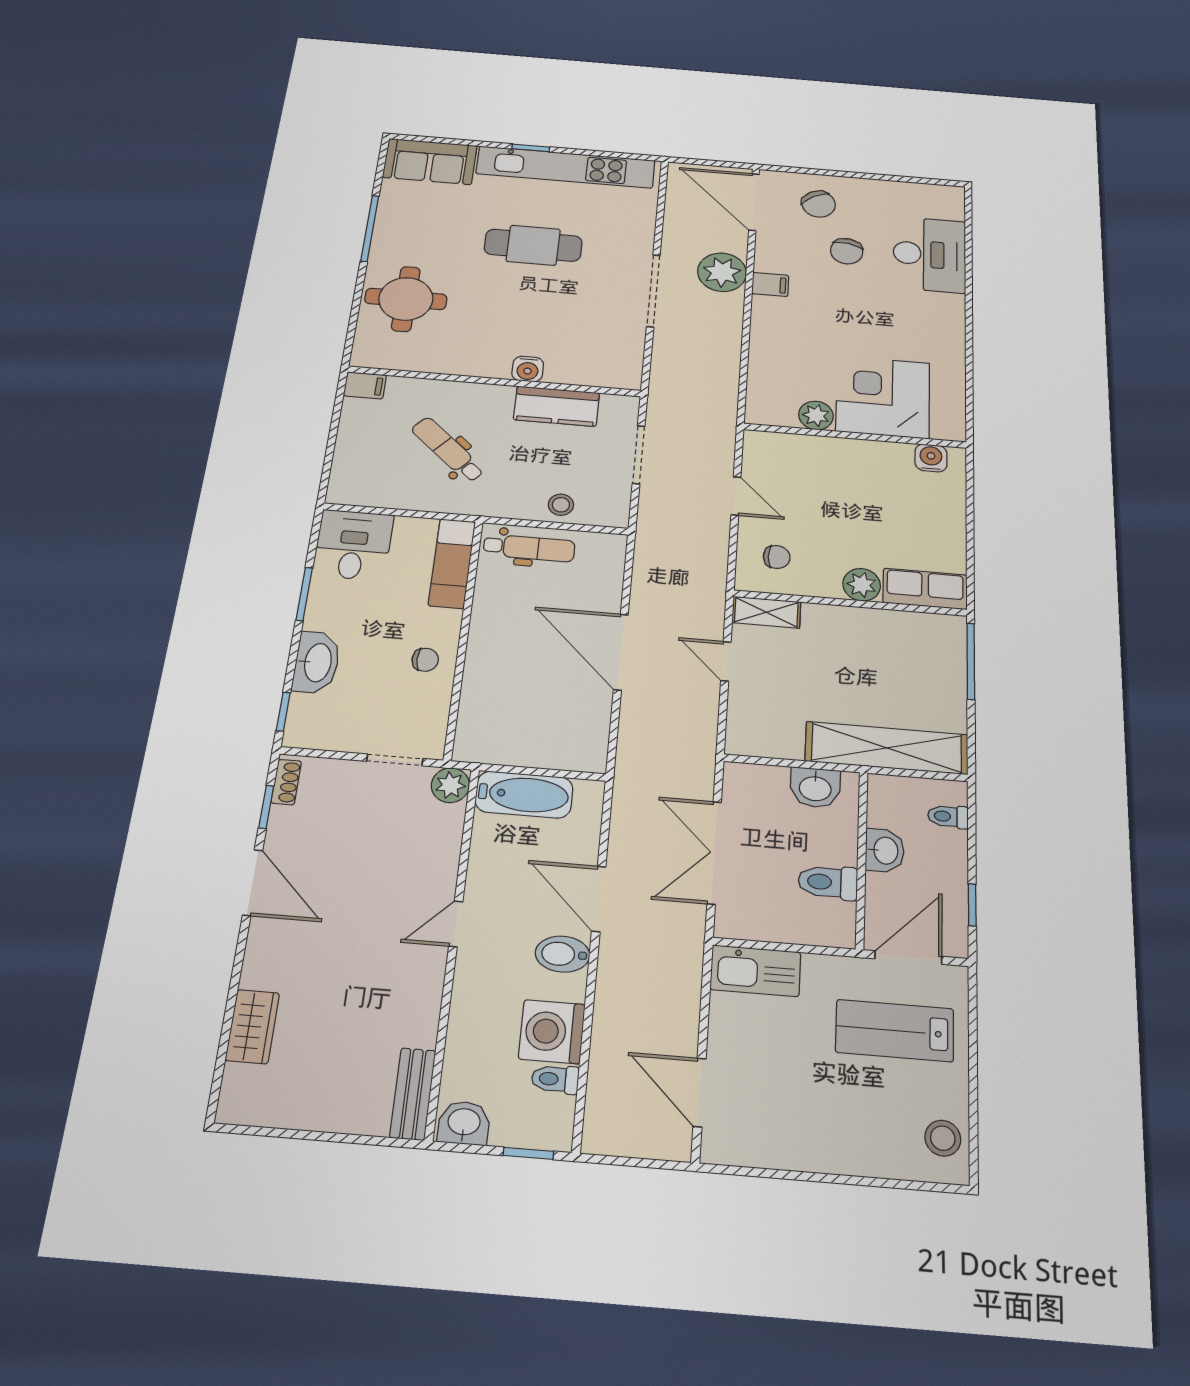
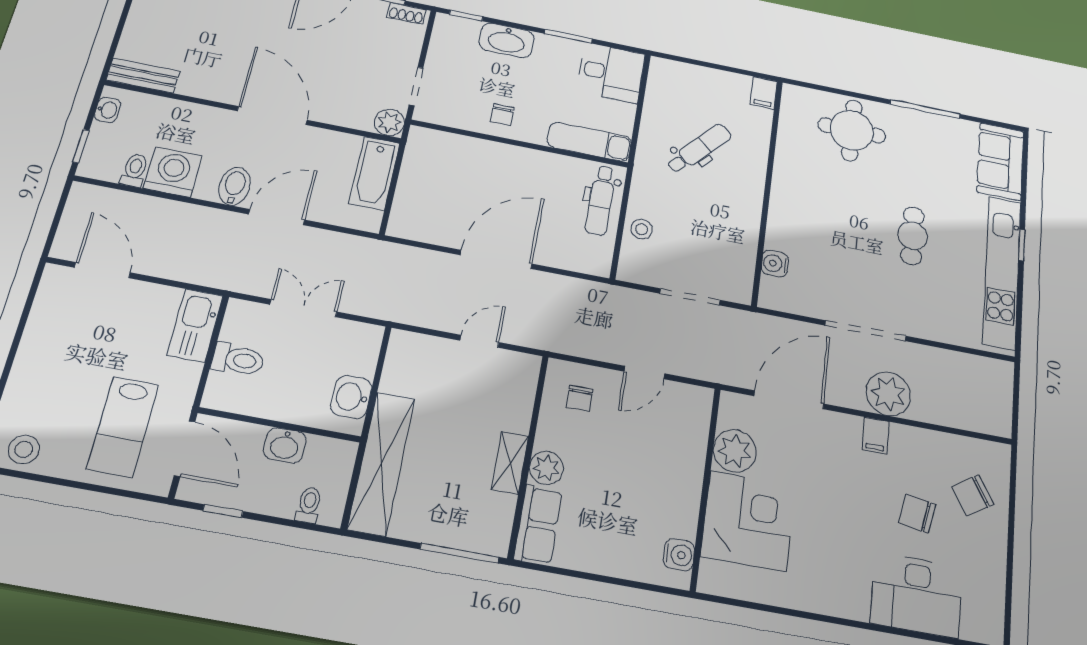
door: (754, 202) -> (789, 400), moved
cafe table: (533, 245) -> (913, 236), width x0.73, depth x0.74
water cooler: (528, 369) -> (775, 264), moved
kitchen counter: (557, 406) -> (741, 236), removed
plant: (816, 415) -> (735, 451), width x1.36, depth x1.36
shelving: (766, 612) -> (510, 463), moved
double door: (714, 853) -> (303, 308), width x0.73
toilet: (828, 882) -> (238, 360), moved, turned 90
door: (456, 924) -> (272, 116), width x1.88
lab bench: (895, 1031) -> (123, 427), turned 180
door: (700, 1092) -> (102, 270), hinge flipped
washbasin: (464, 1123) -> (108, 110), width x0.72, depth x0.69

